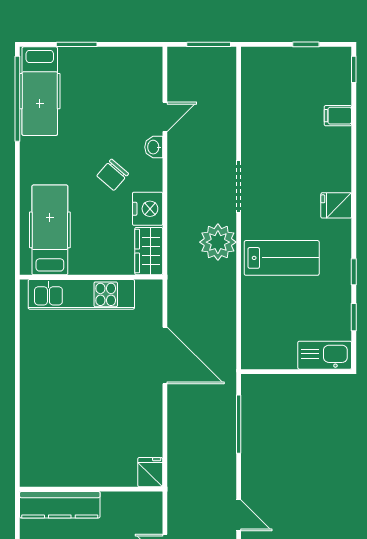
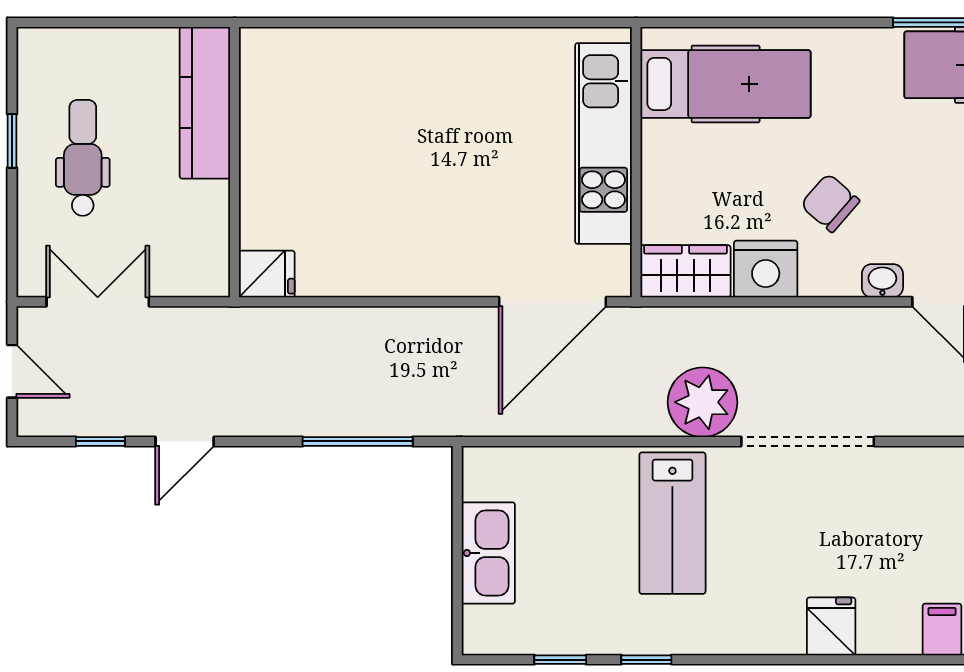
doorway: (239, 187) -> (808, 441), width x1.36
fridge: (336, 205) -> (831, 626), moved
kitchen sink: (325, 355) -> (488, 553), moved
door: (165, 356) -> (552, 302), moved

